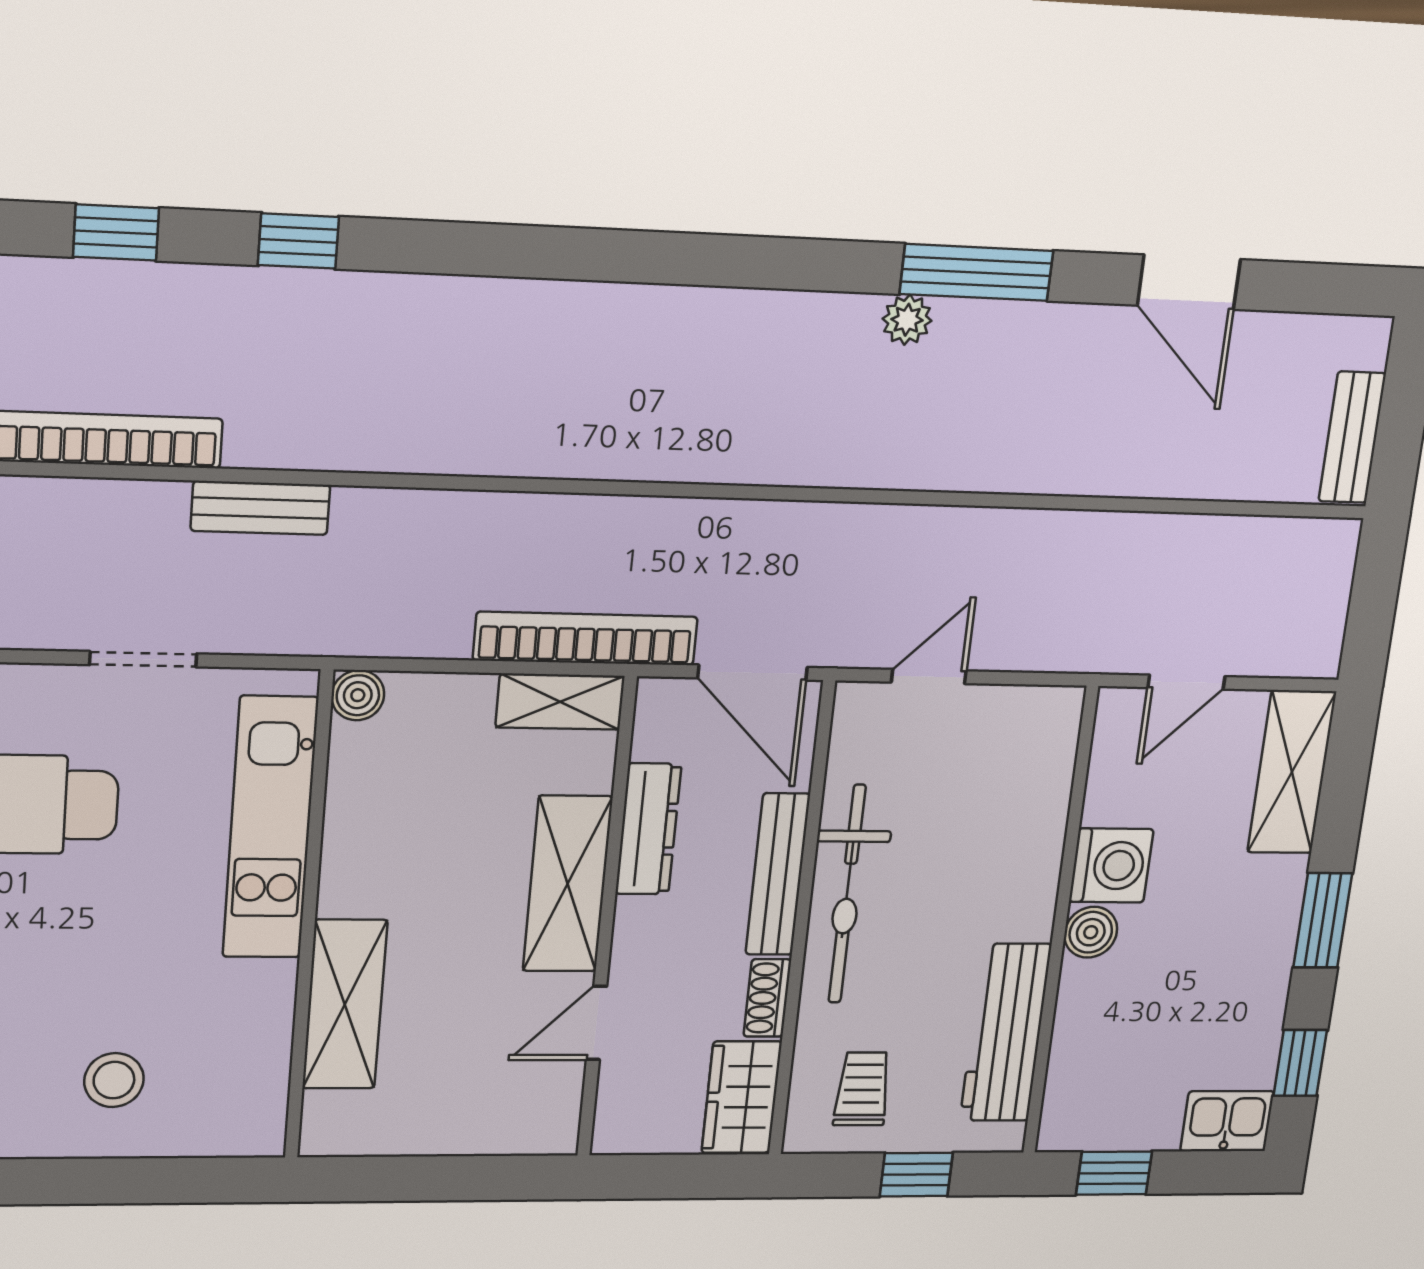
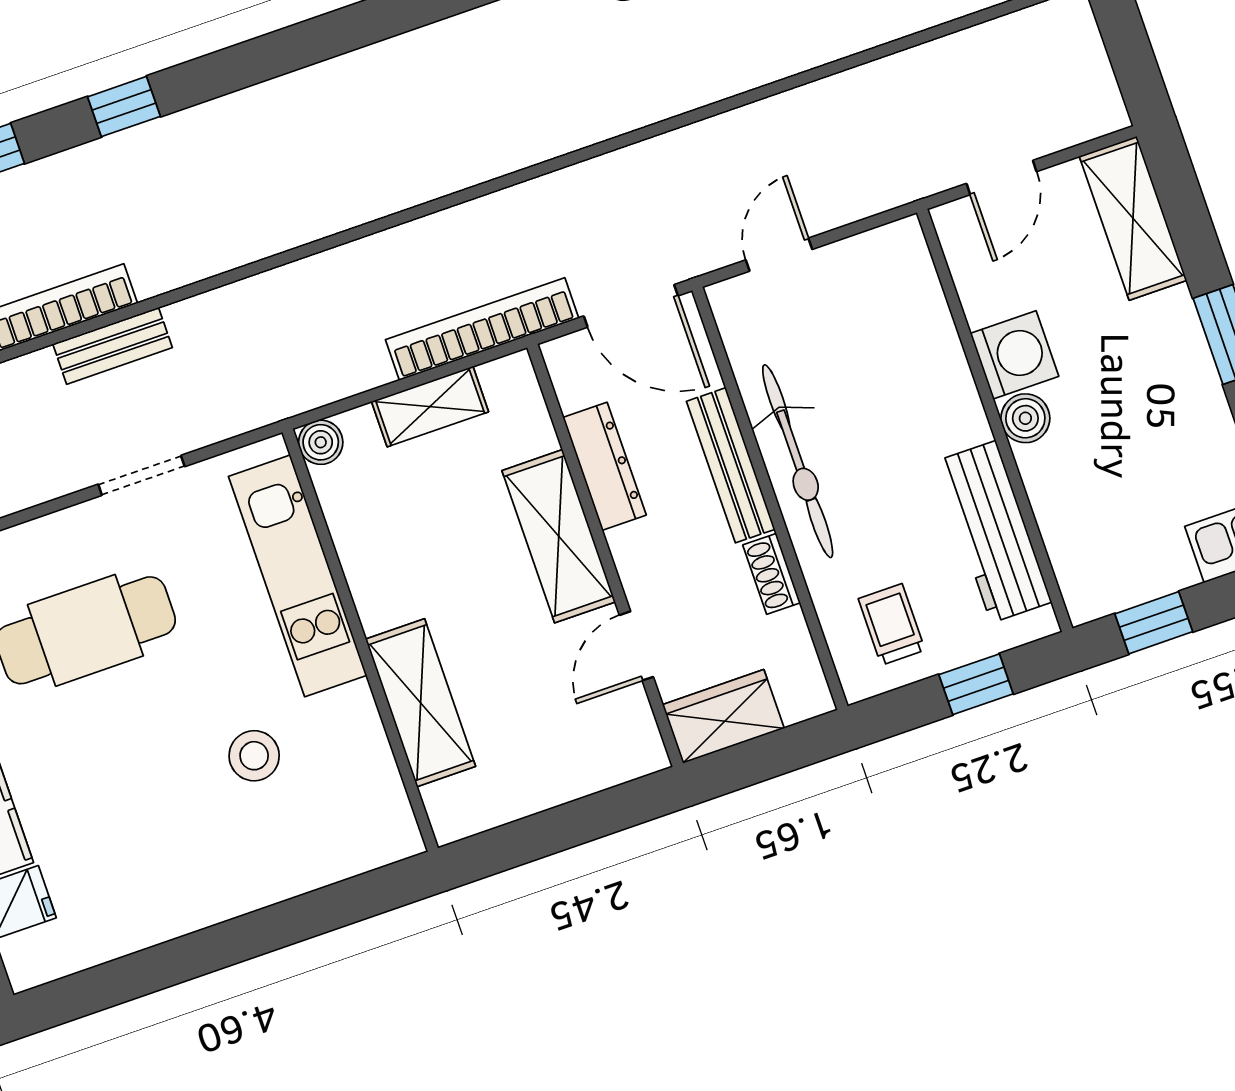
bench: (260, 508) -> (113, 346), moved
shelving: (560, 702) -> (430, 407), moved
stool: (114, 1080) -> (254, 756), moved
wardrobe: (742, 1097) -> (723, 716), moved, turned 90

